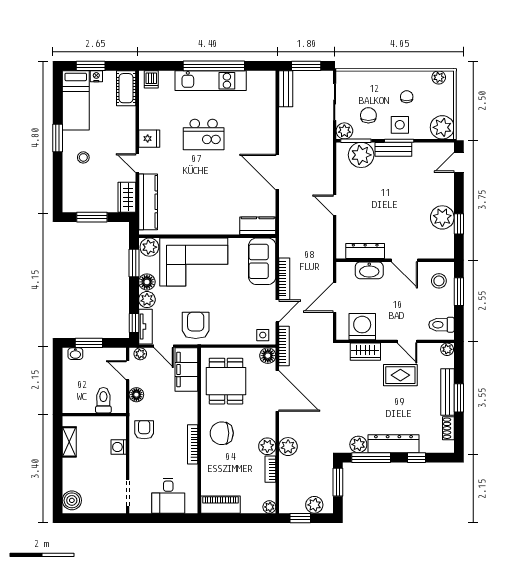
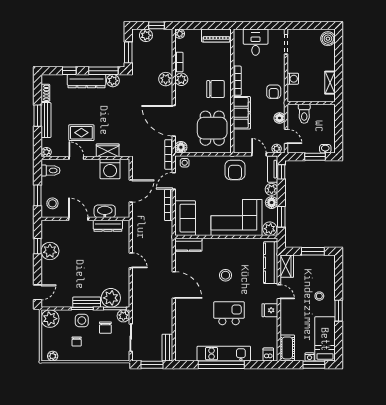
stool: (208, 185) -> (225, 275), added
filing cabinet: (186, 370) -> (242, 113), moved

